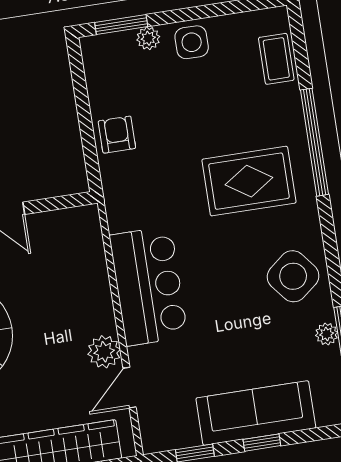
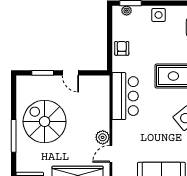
plant: (148, 38) -> (127, 11), moved
bar counter: (149, 286) -> (125, 96), moved

